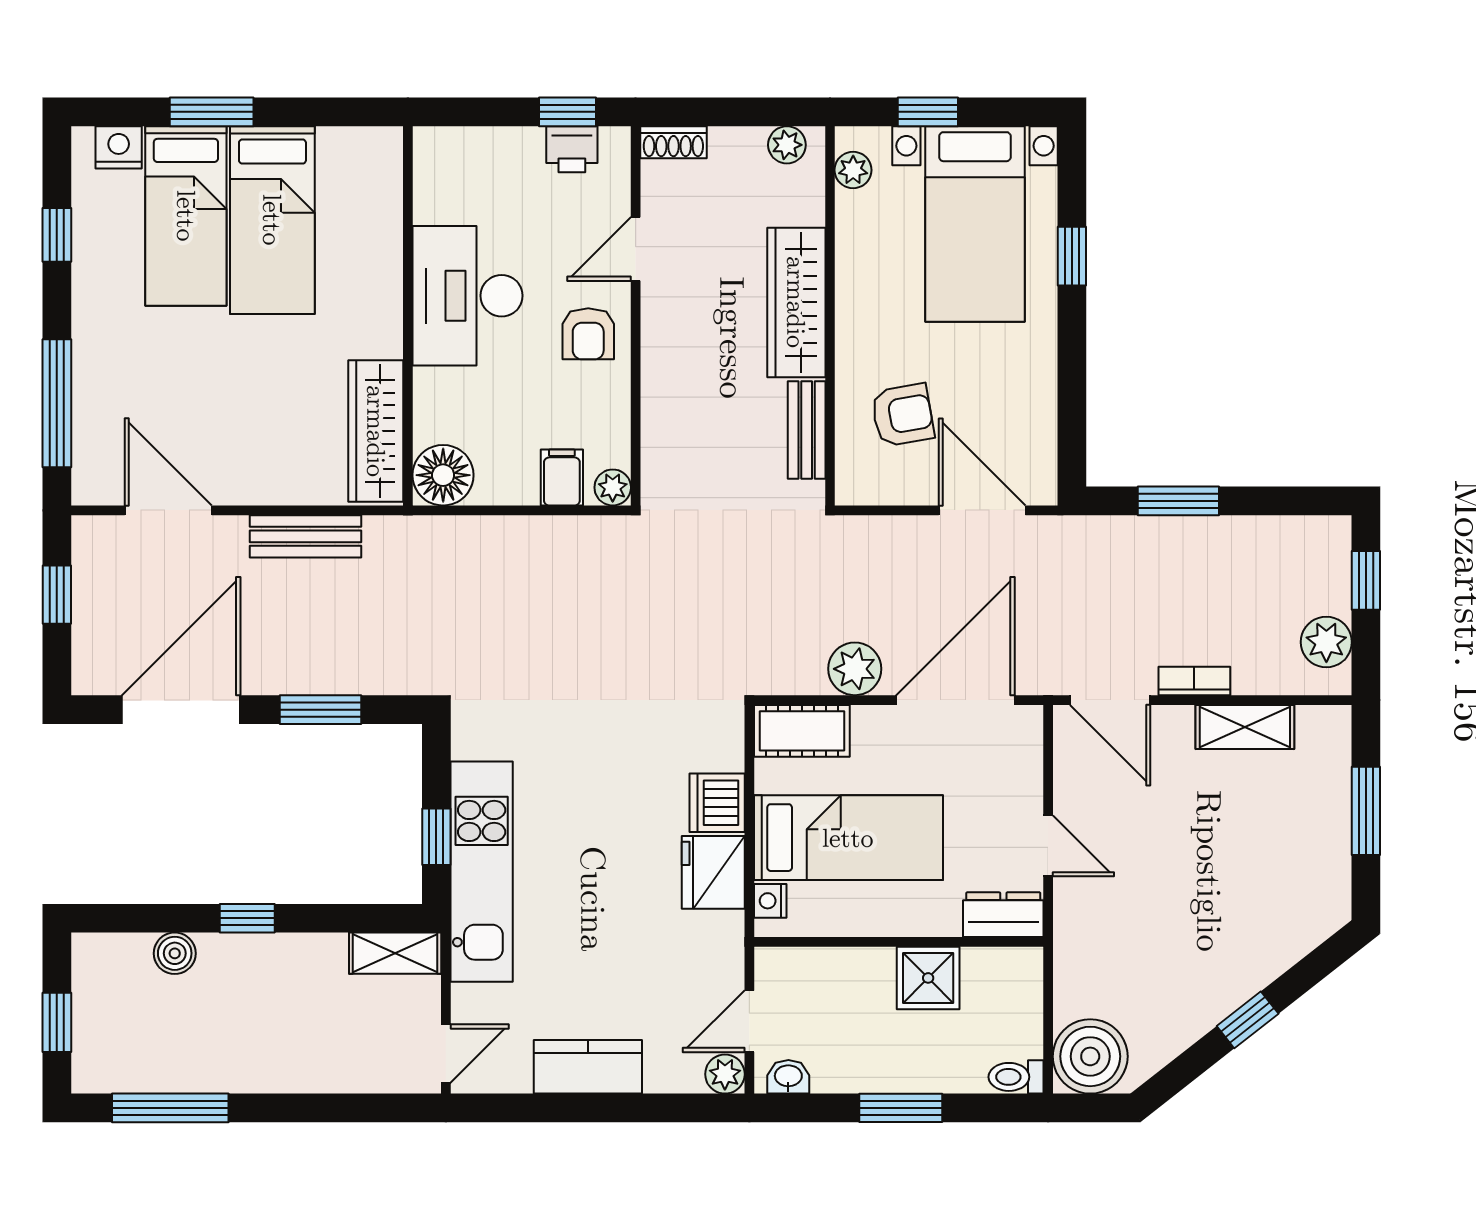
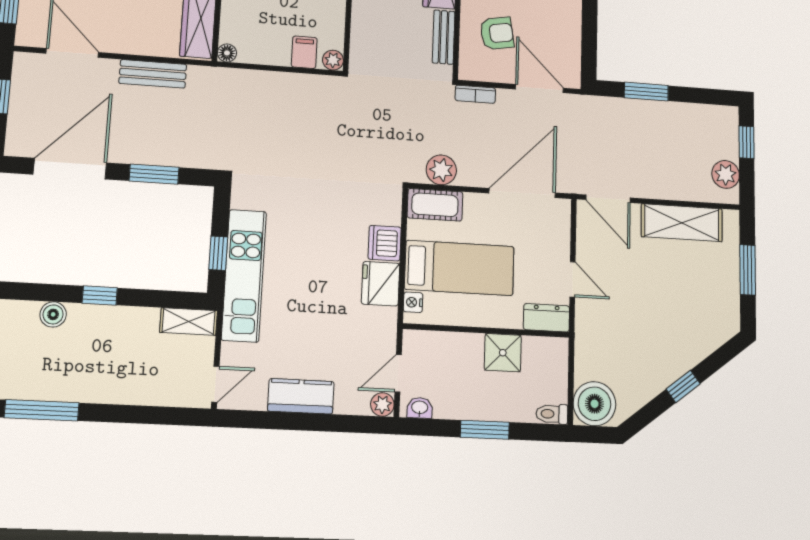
floor lamp: (443, 475) -> (227, 53), width x0.53, depth x0.53
plant: (855, 669) -> (441, 170), moved
bookcase: (1194, 681) -> (475, 94), moved, turned 180
shelving: (1245, 727) -> (682, 223), width x1.50, depth x1.33

